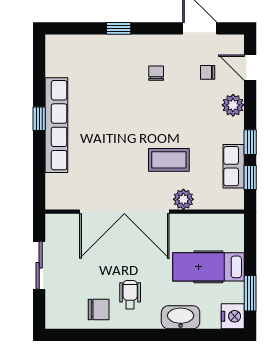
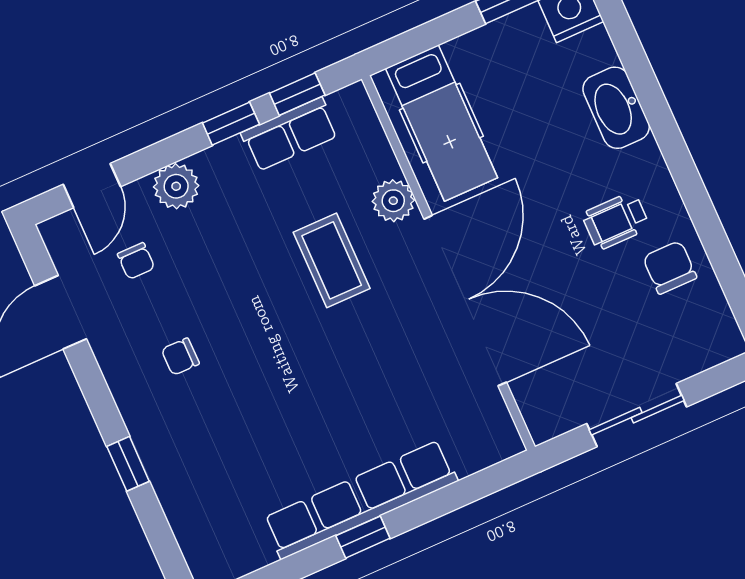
hospital bed: (208, 267) -> (441, 123), moved

